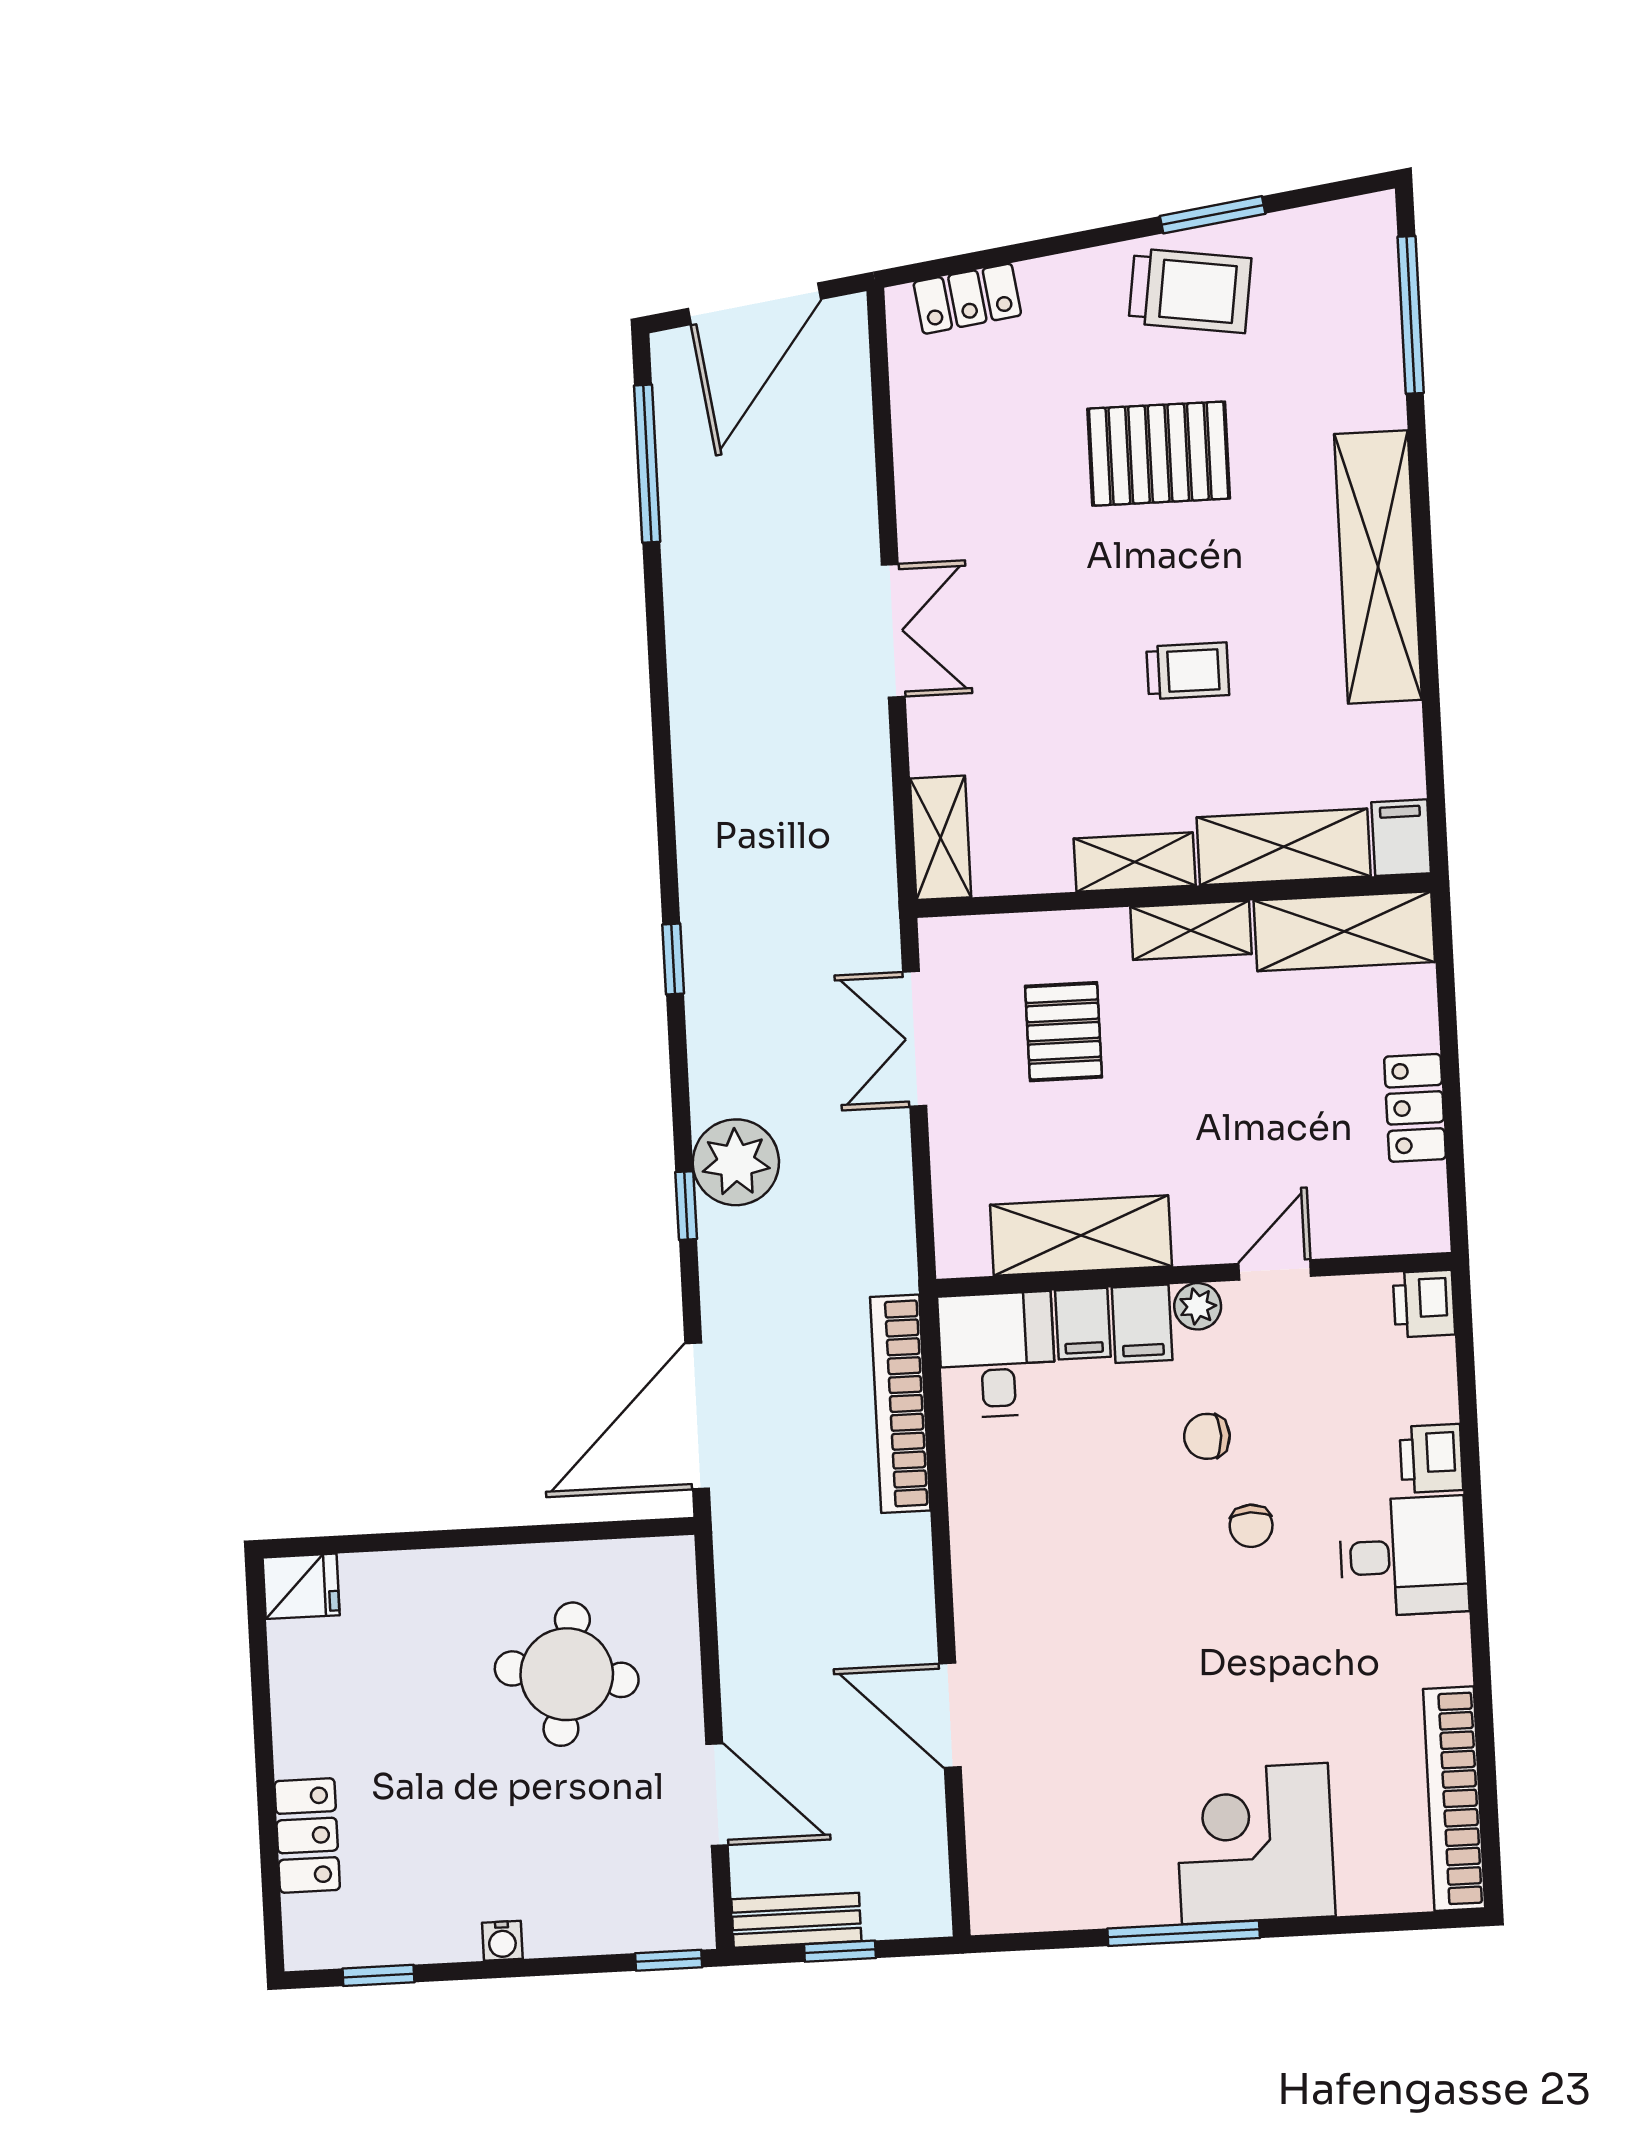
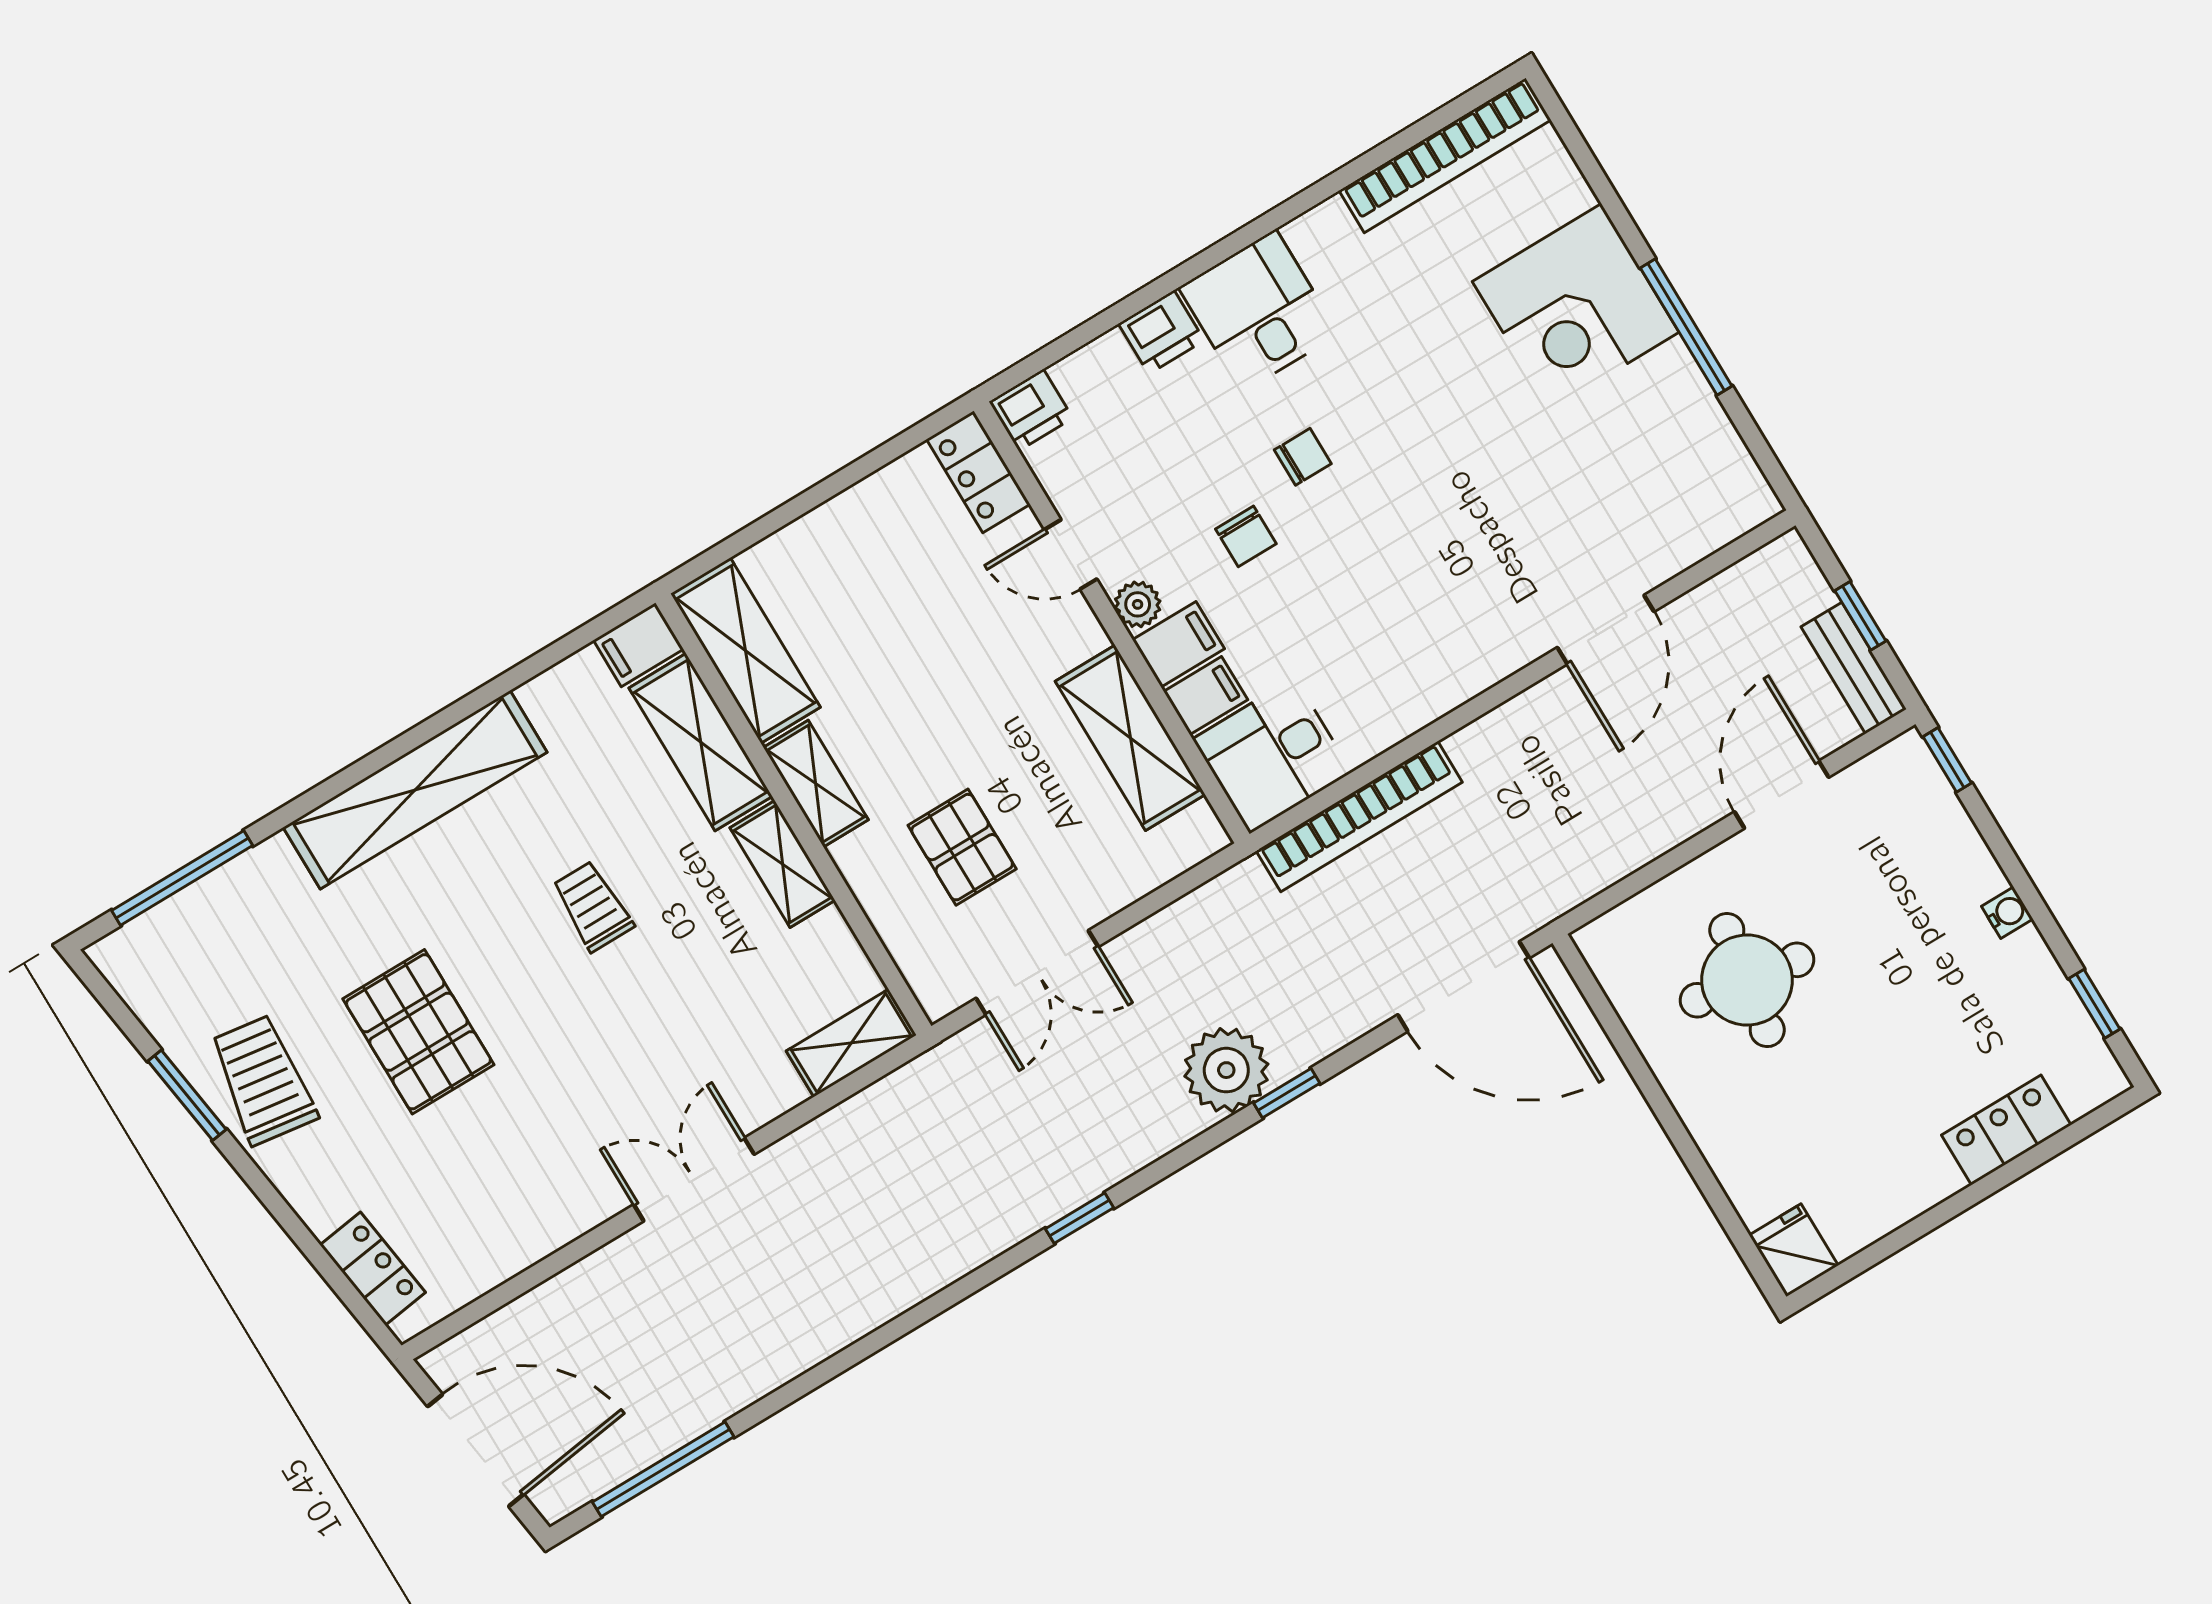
pallet: (1064, 1032) -> (962, 847), turned 90
locker: (1415, 1108) -> (978, 472), moved, turned 90

